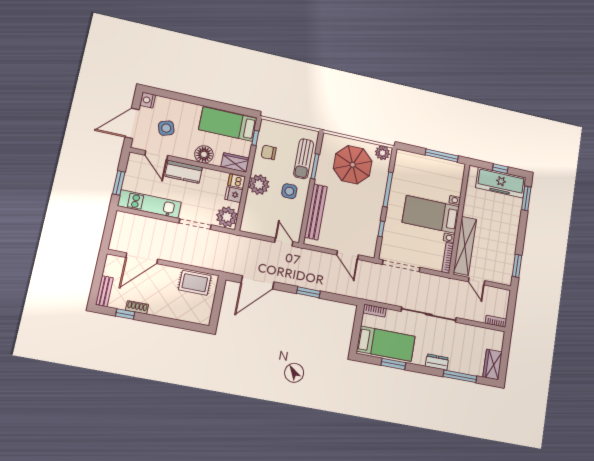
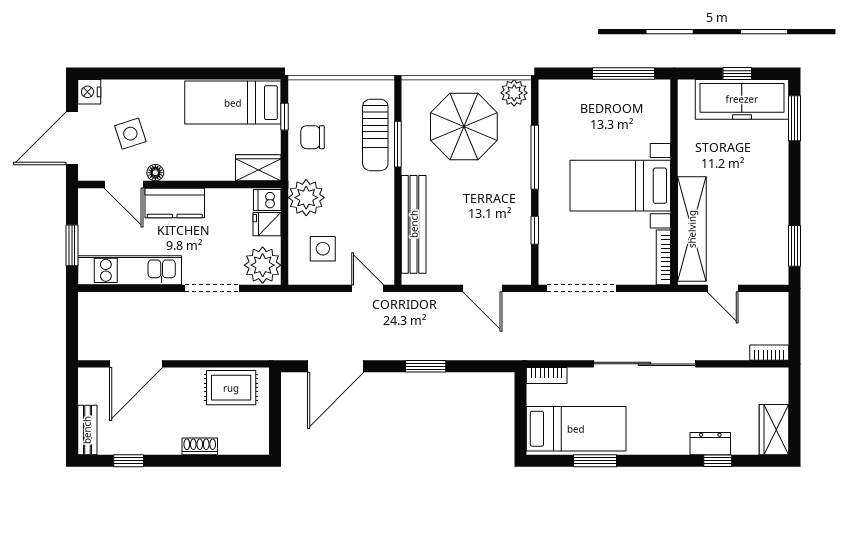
floor lamp: (204, 154) -> (155, 173), moved, width x0.53, depth x0.53
side table: (289, 191) -> (323, 249), moved
shoe rack: (137, 307) -> (200, 446), moved
dresser: (437, 362) -> (710, 444), moved
window: (460, 376) -> (718, 461), width x0.46

